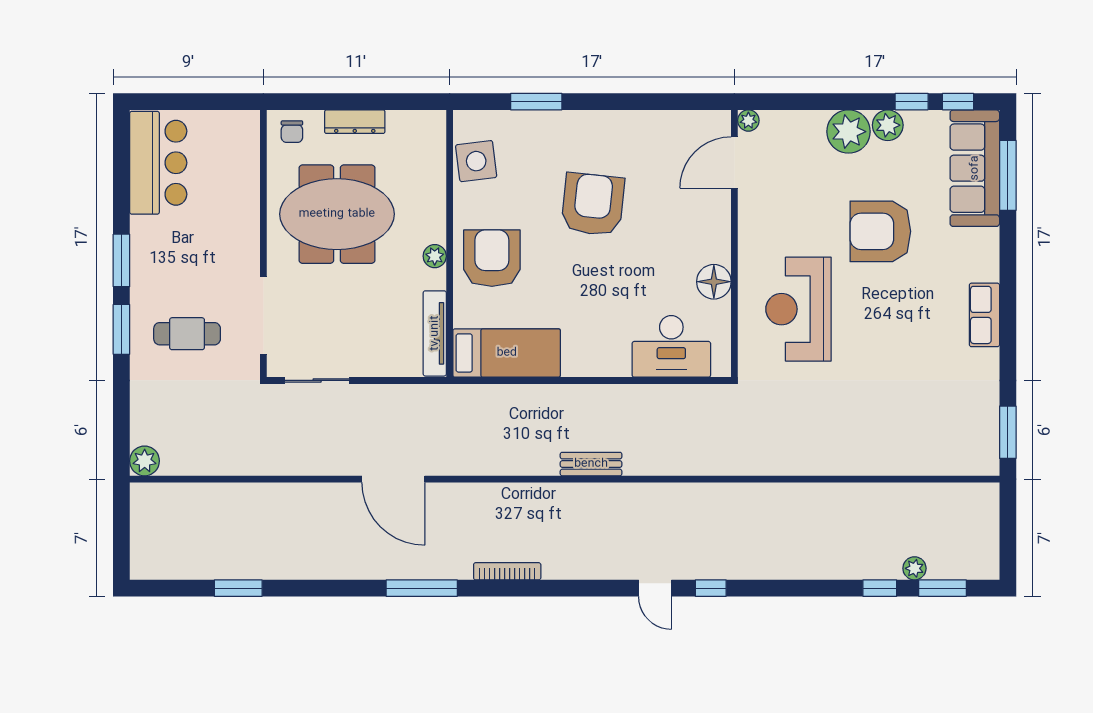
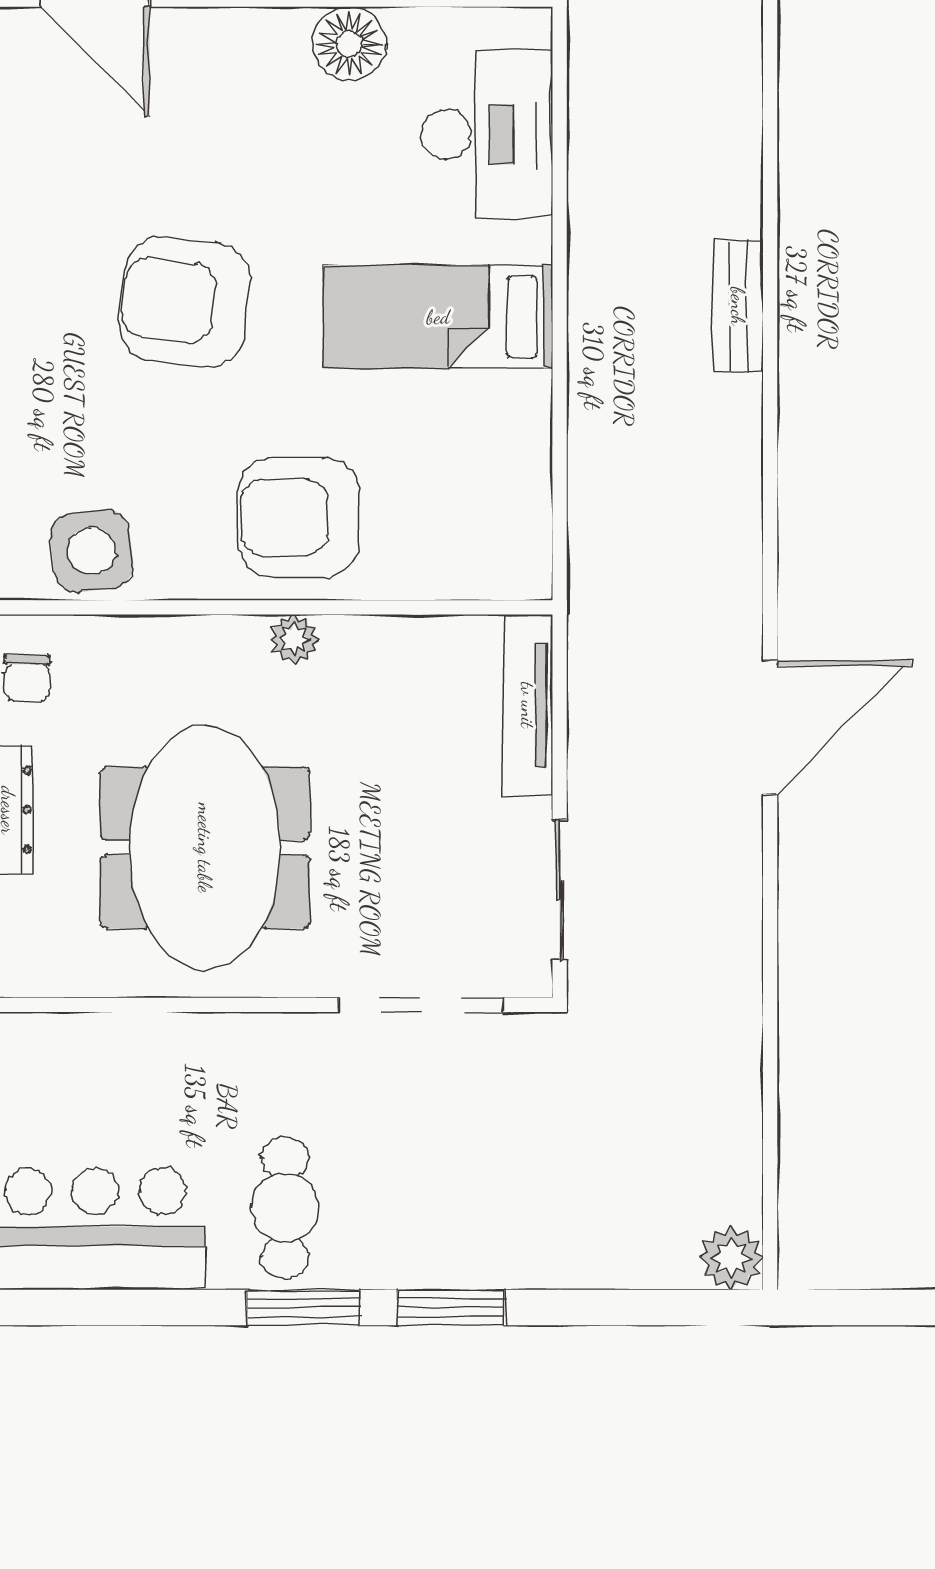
chair: (292, 132) -> (27, 678), moved, turned 90
tv unit: (435, 333) -> (528, 705), moved, turned 90
cafe table: (187, 334) -> (285, 1208), moved
bed: (507, 353) -> (438, 317), moved, turned -90

